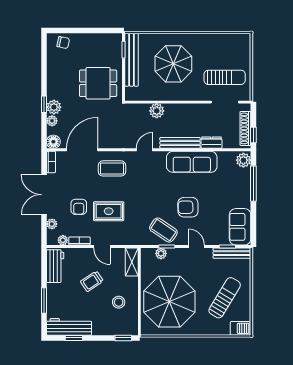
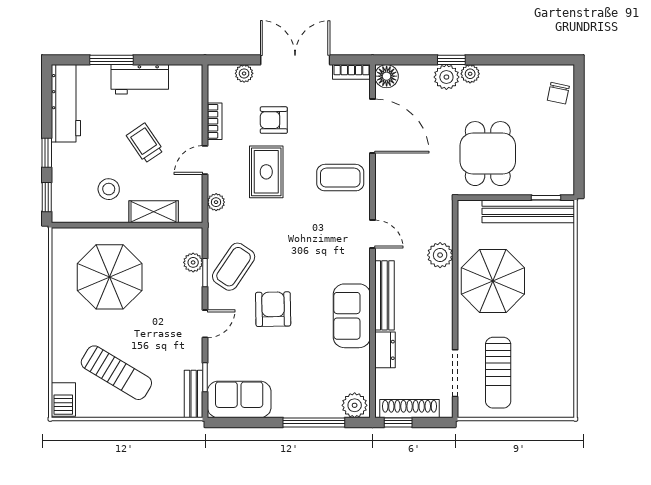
parasol: (173, 64) -> (493, 281), moved
plant: (52, 121) -> (470, 74), moved
sofa: (192, 162) -> (352, 316), width x0.73
coffee table: (112, 168) -> (340, 178), turned 90
plant: (63, 240) -> (216, 202), moved
bench: (232, 253) -> (194, 394), width x0.73
shelving: (132, 262) -> (154, 212), moved
workbench: (55, 266) -> (140, 79), moved
parasol: (169, 302) -> (110, 277), width x0.73, depth x0.73
window: (74, 338) -> (47, 153), moved

